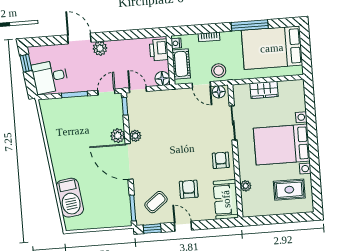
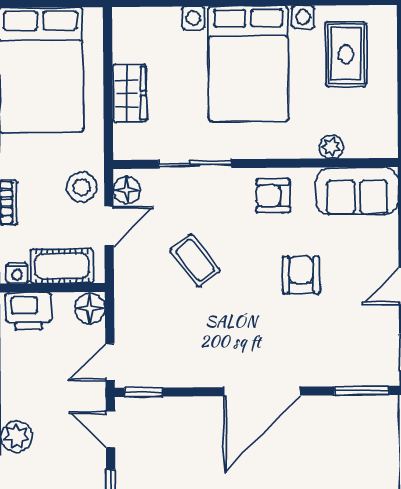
plant: (118, 136) -> (205, 412), removed
plant: (135, 136) -> (208, 375), removed
armchair: (189, 189) -> (301, 275), moved, turned 90
coffee table: (156, 202) -> (195, 260), moved

